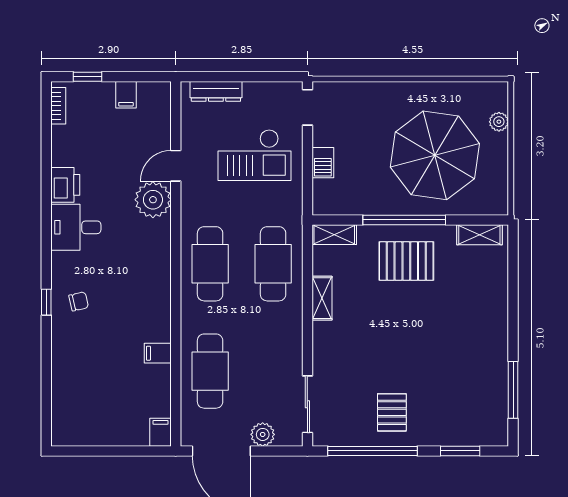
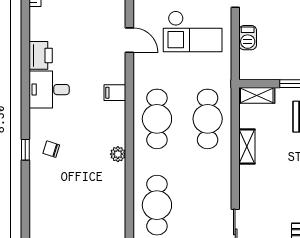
door: (176, 166) -> (129, 40), swing flipped
plant: (153, 200) -> (118, 154), moved, width x0.53, depth x0.53
chair: (79, 301) -> (51, 149), turned -149
filing cabinet: (158, 353) -> (115, 93), moved

